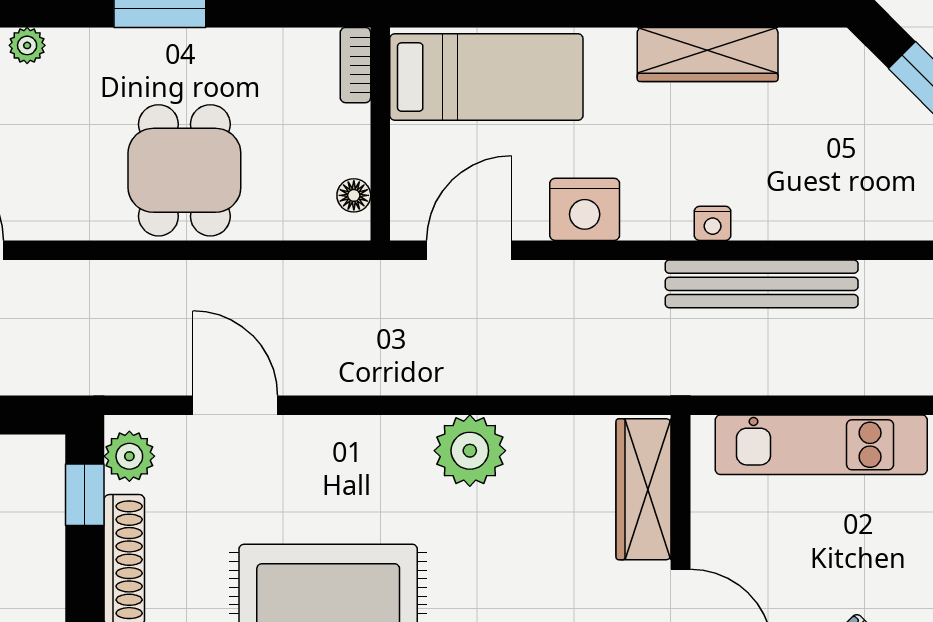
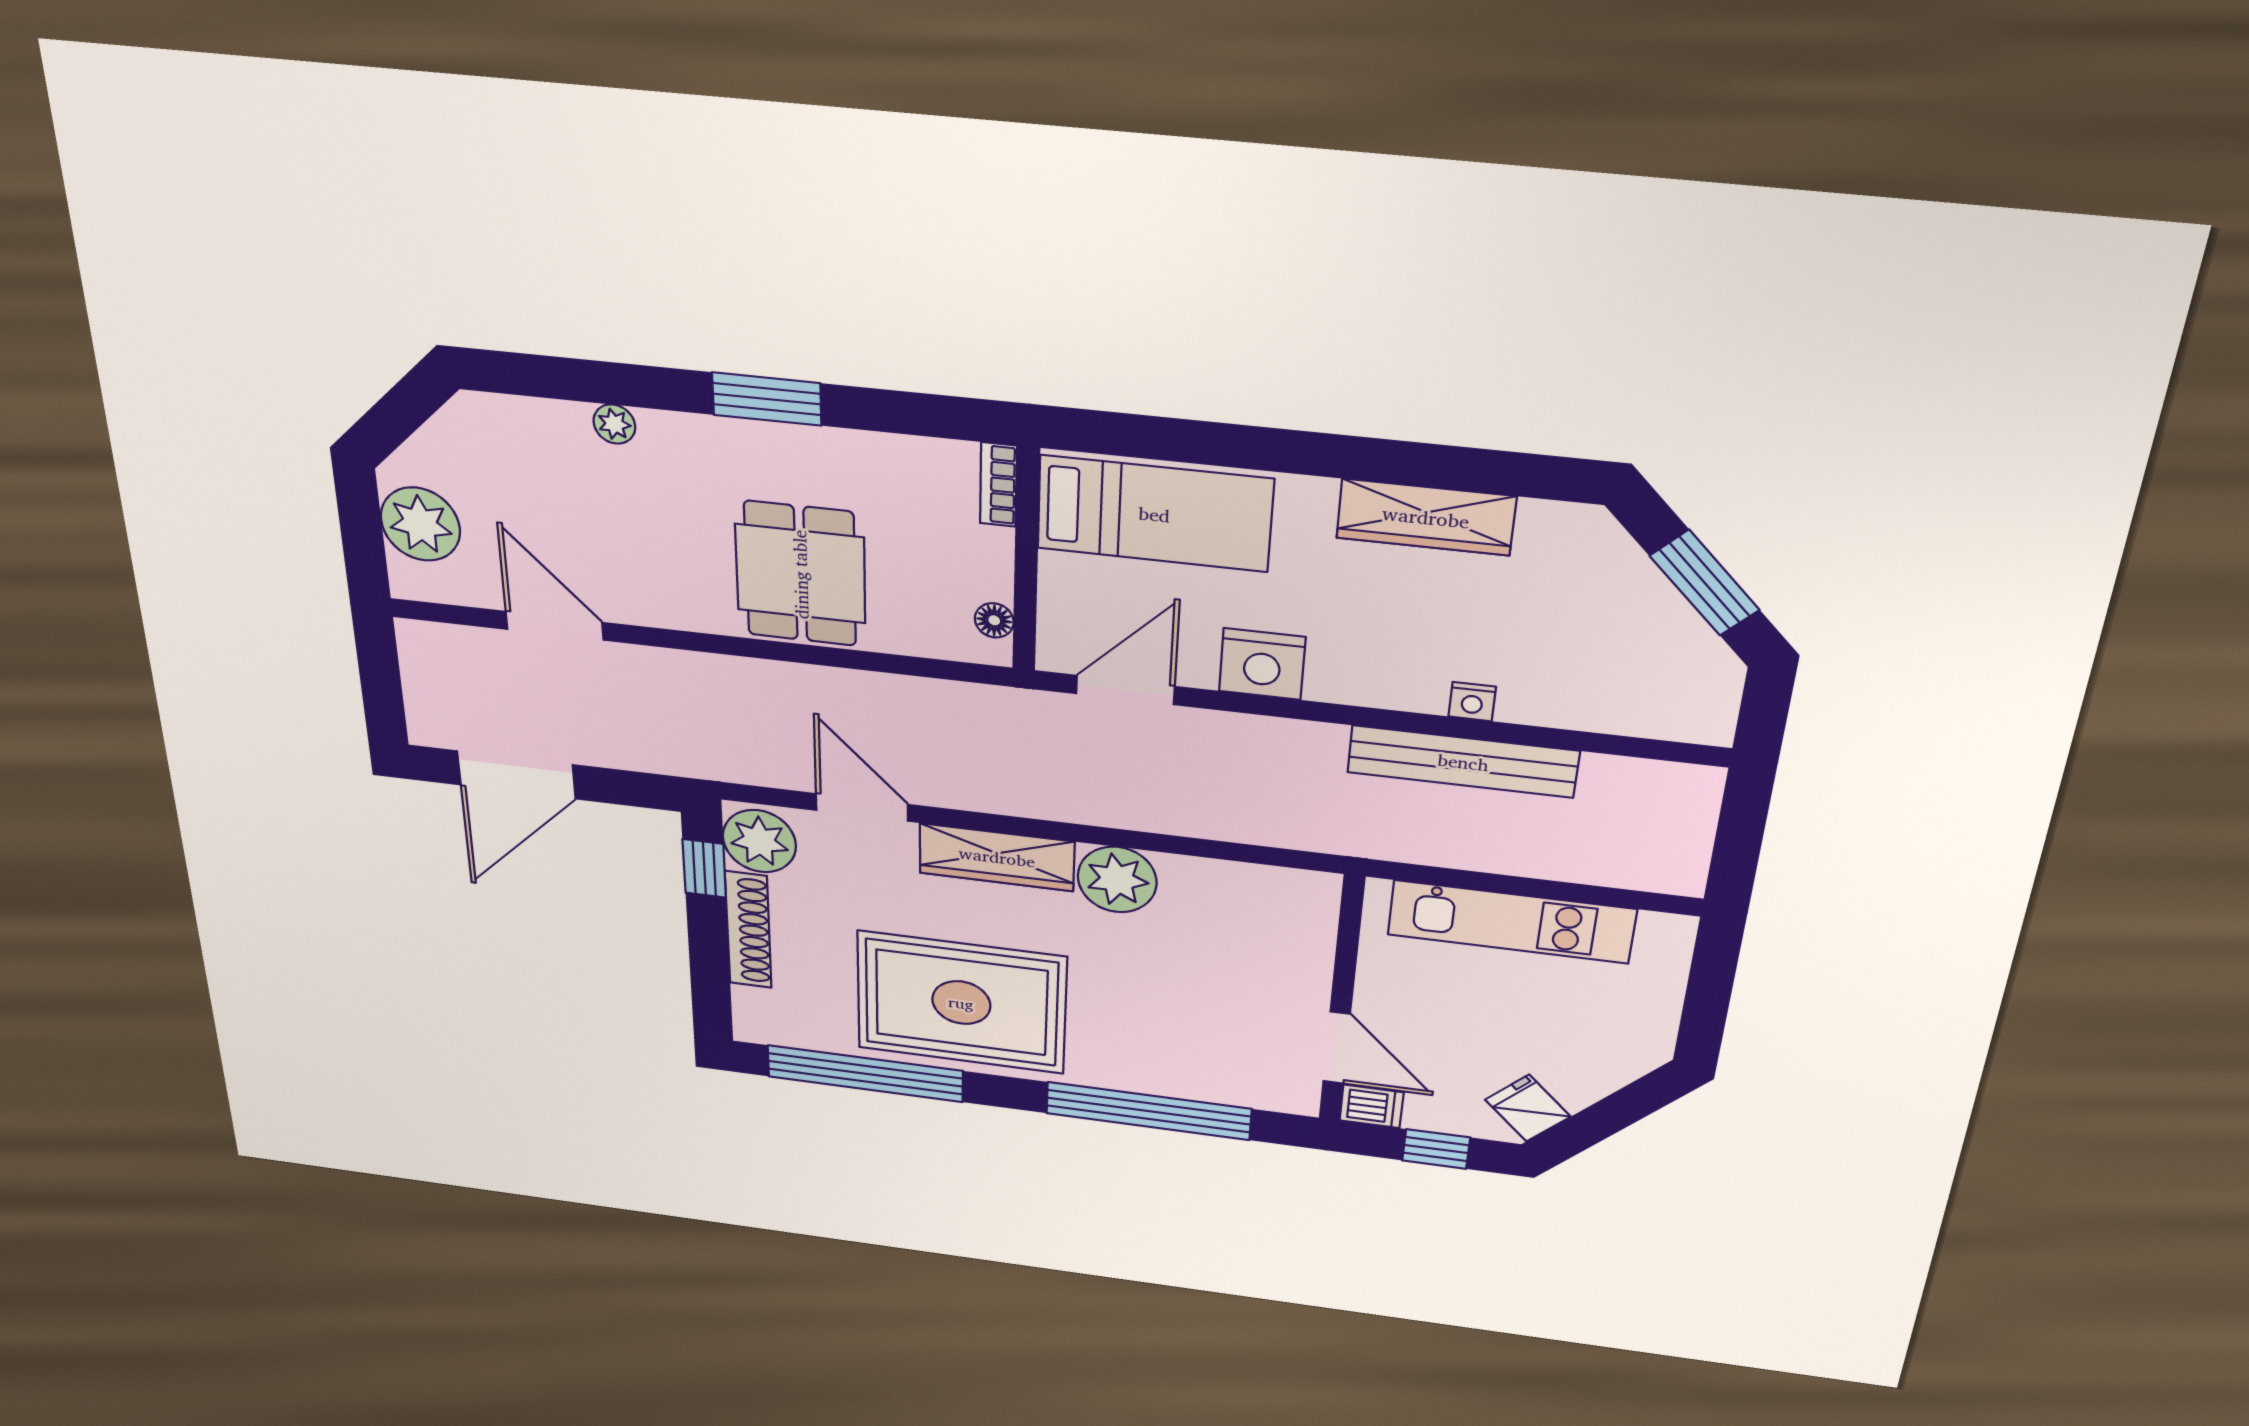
nightstand: (713, 223) -> (1472, 702), moved
plant: (129, 456) -> (759, 841), width x1.36, depth x1.36
wardrobe: (644, 489) -> (997, 857), moved, turned -90

